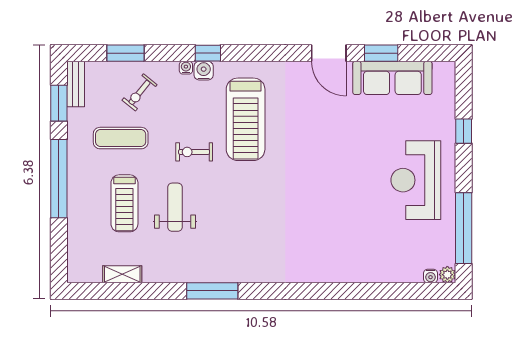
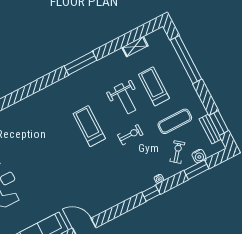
water cooler: (204, 71) -> (199, 156), moved
bench: (76, 84) -> (210, 129), moved
treadmill: (246, 119) -> (89, 126), moved, width x0.73, depth x0.73
window: (59, 179) -> (186, 60), moved

